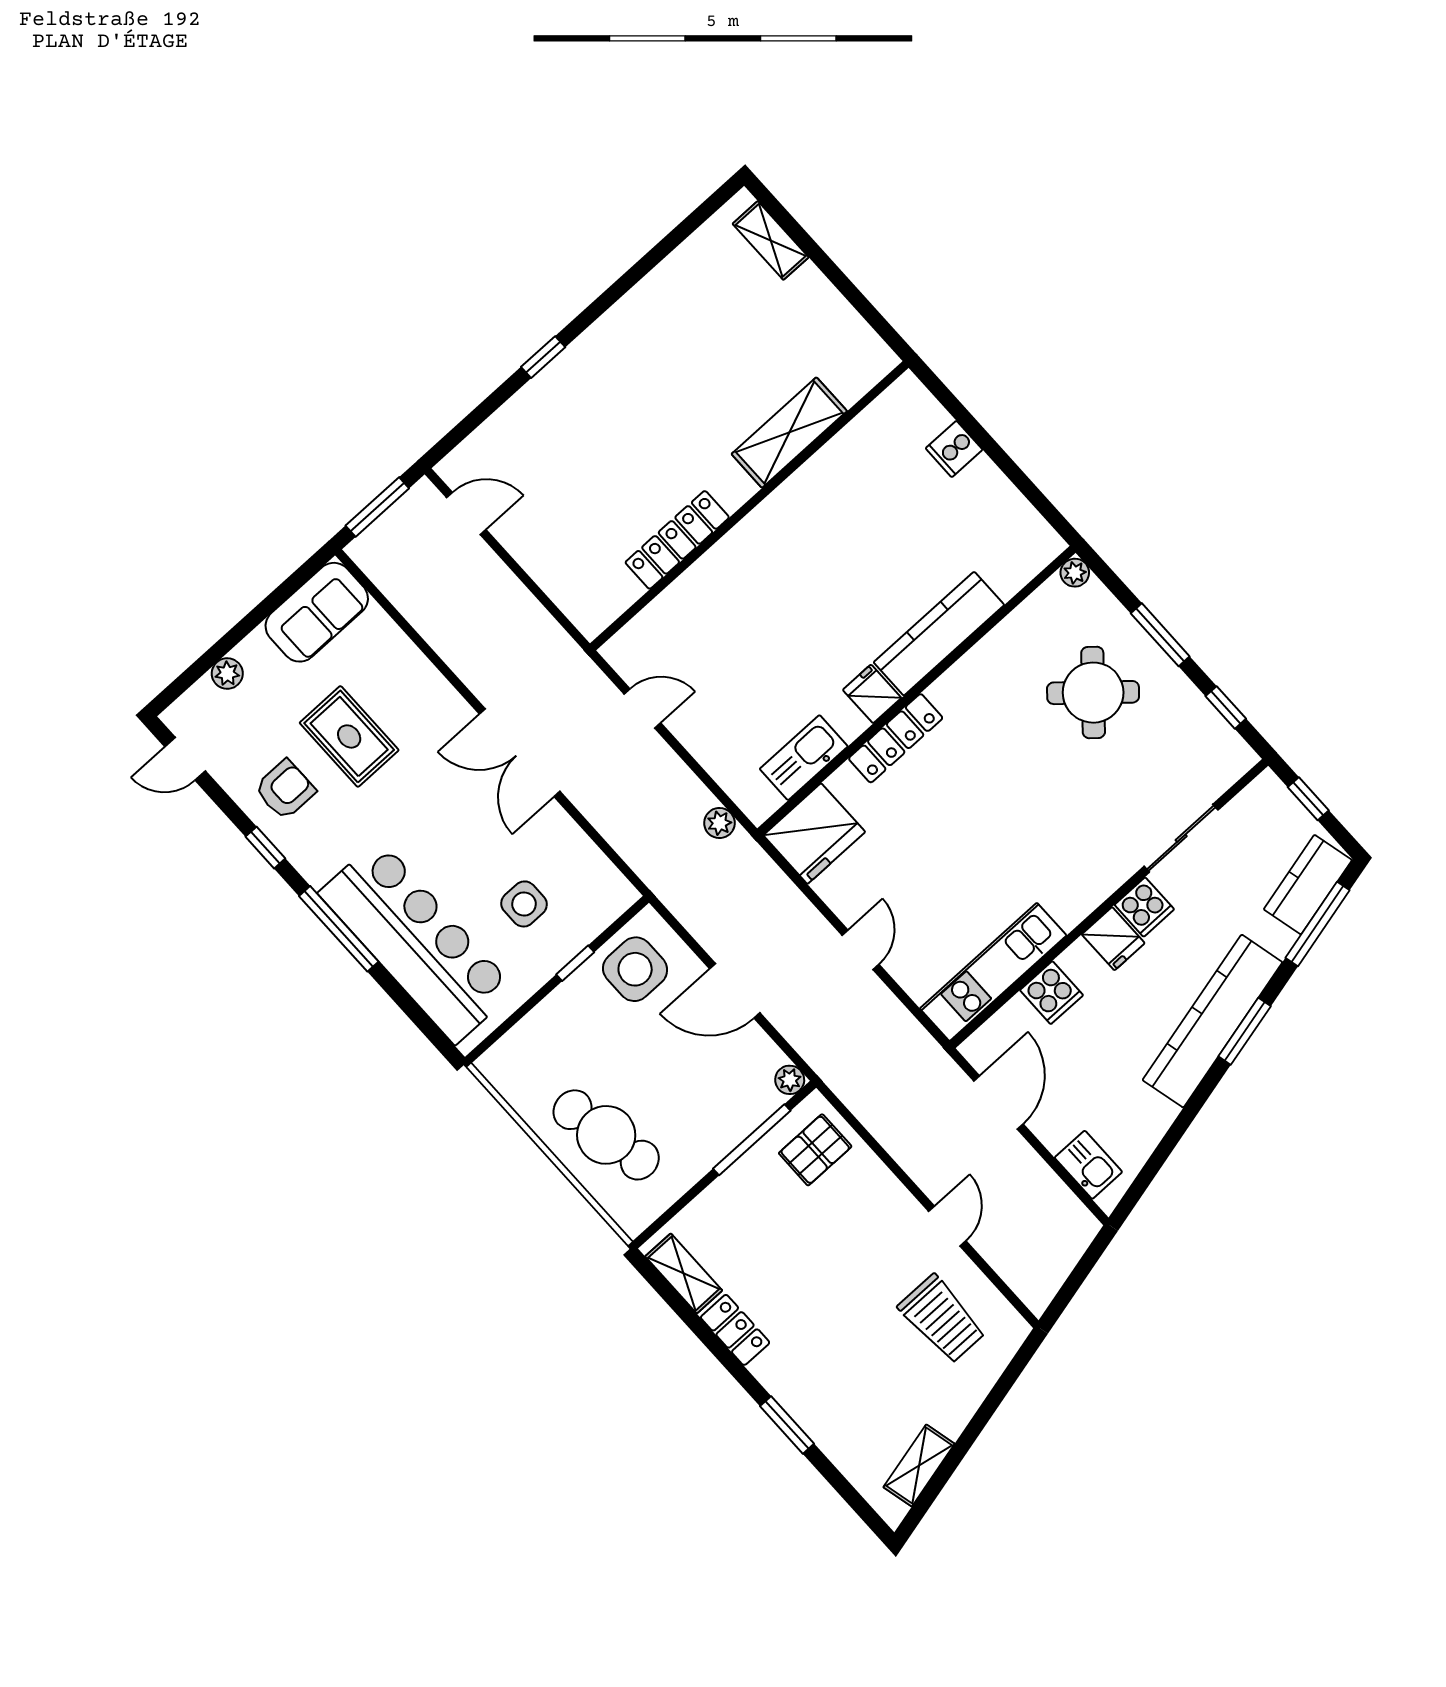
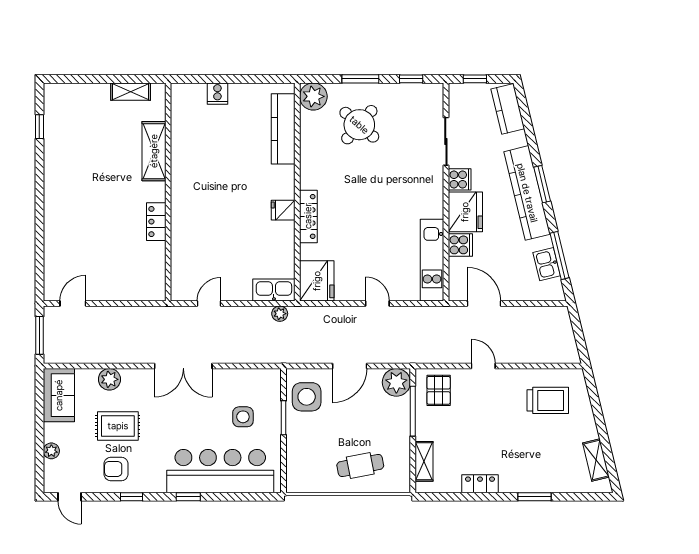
shelving: (771, 240) -> (131, 92), moved
window: (543, 357) -> (39, 127), moved
locker: (677, 540) -> (156, 222), width x0.66
plant: (1075, 573) -> (313, 96), width x1.87, depth x1.87
kitchen counter: (939, 634) -> (283, 129), moved
plant: (405, 664) -> (109, 379), added
kitchen sink: (804, 758) -> (274, 290), moved, turned 90
door: (185, 759) -> (69, 497), hinge flipped
armchair: (285, 790) -> (116, 469), turned -90
window: (1318, 924) -> (559, 255), moved
window: (339, 929) -> (188, 497), width x0.46
fridge: (1113, 939) -> (465, 212), width x1.88, depth x1.34
window: (575, 963) -> (284, 418), width x1.50
plant: (790, 1080) -> (396, 382), width x1.88, depth x1.88
cafe table: (606, 1135) -> (360, 465), width x0.73, depth x0.74
kitchen sink: (1088, 1165) -> (547, 264), moved, turned -104
door: (947, 1226) -> (483, 366), moved
shelving: (684, 1273) -> (424, 461), moved, turned 90

